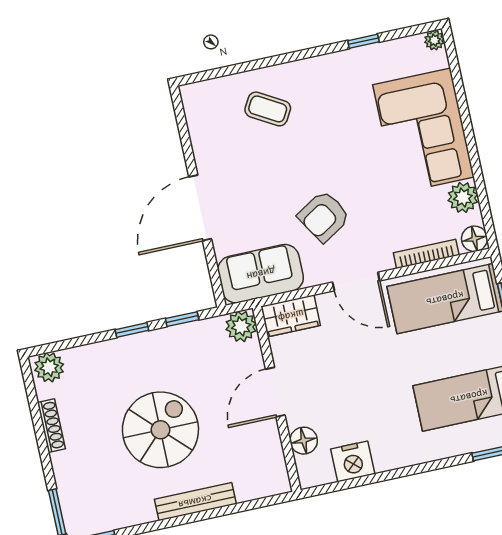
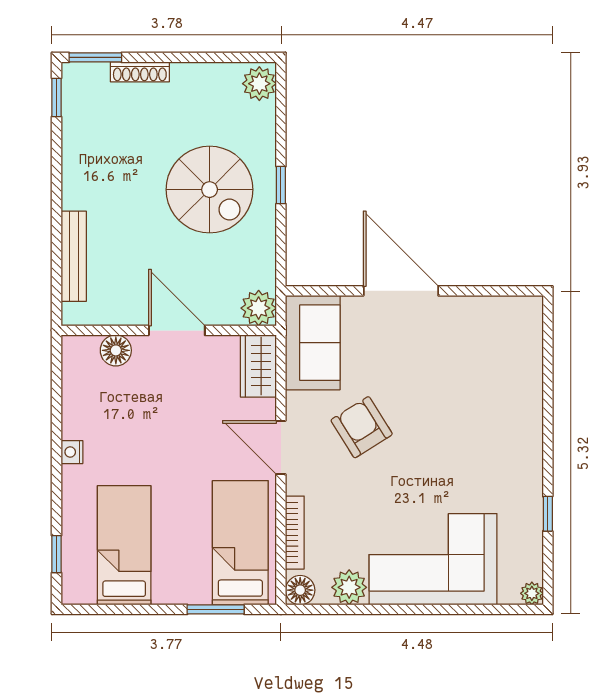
coffee table: (268, 109) -> (495, 390), removed
door: (356, 282) -> (281, 448), hinge flipped
window: (182, 319) -> (281, 244), removed
shoe rack: (51, 426) -> (140, 72), moved
spiral stairs: (160, 430) -> (210, 190), moved
nightstand: (353, 461) -> (72, 452), moved, width x0.53, depth x0.56
bench: (195, 502) -> (74, 256), moved

